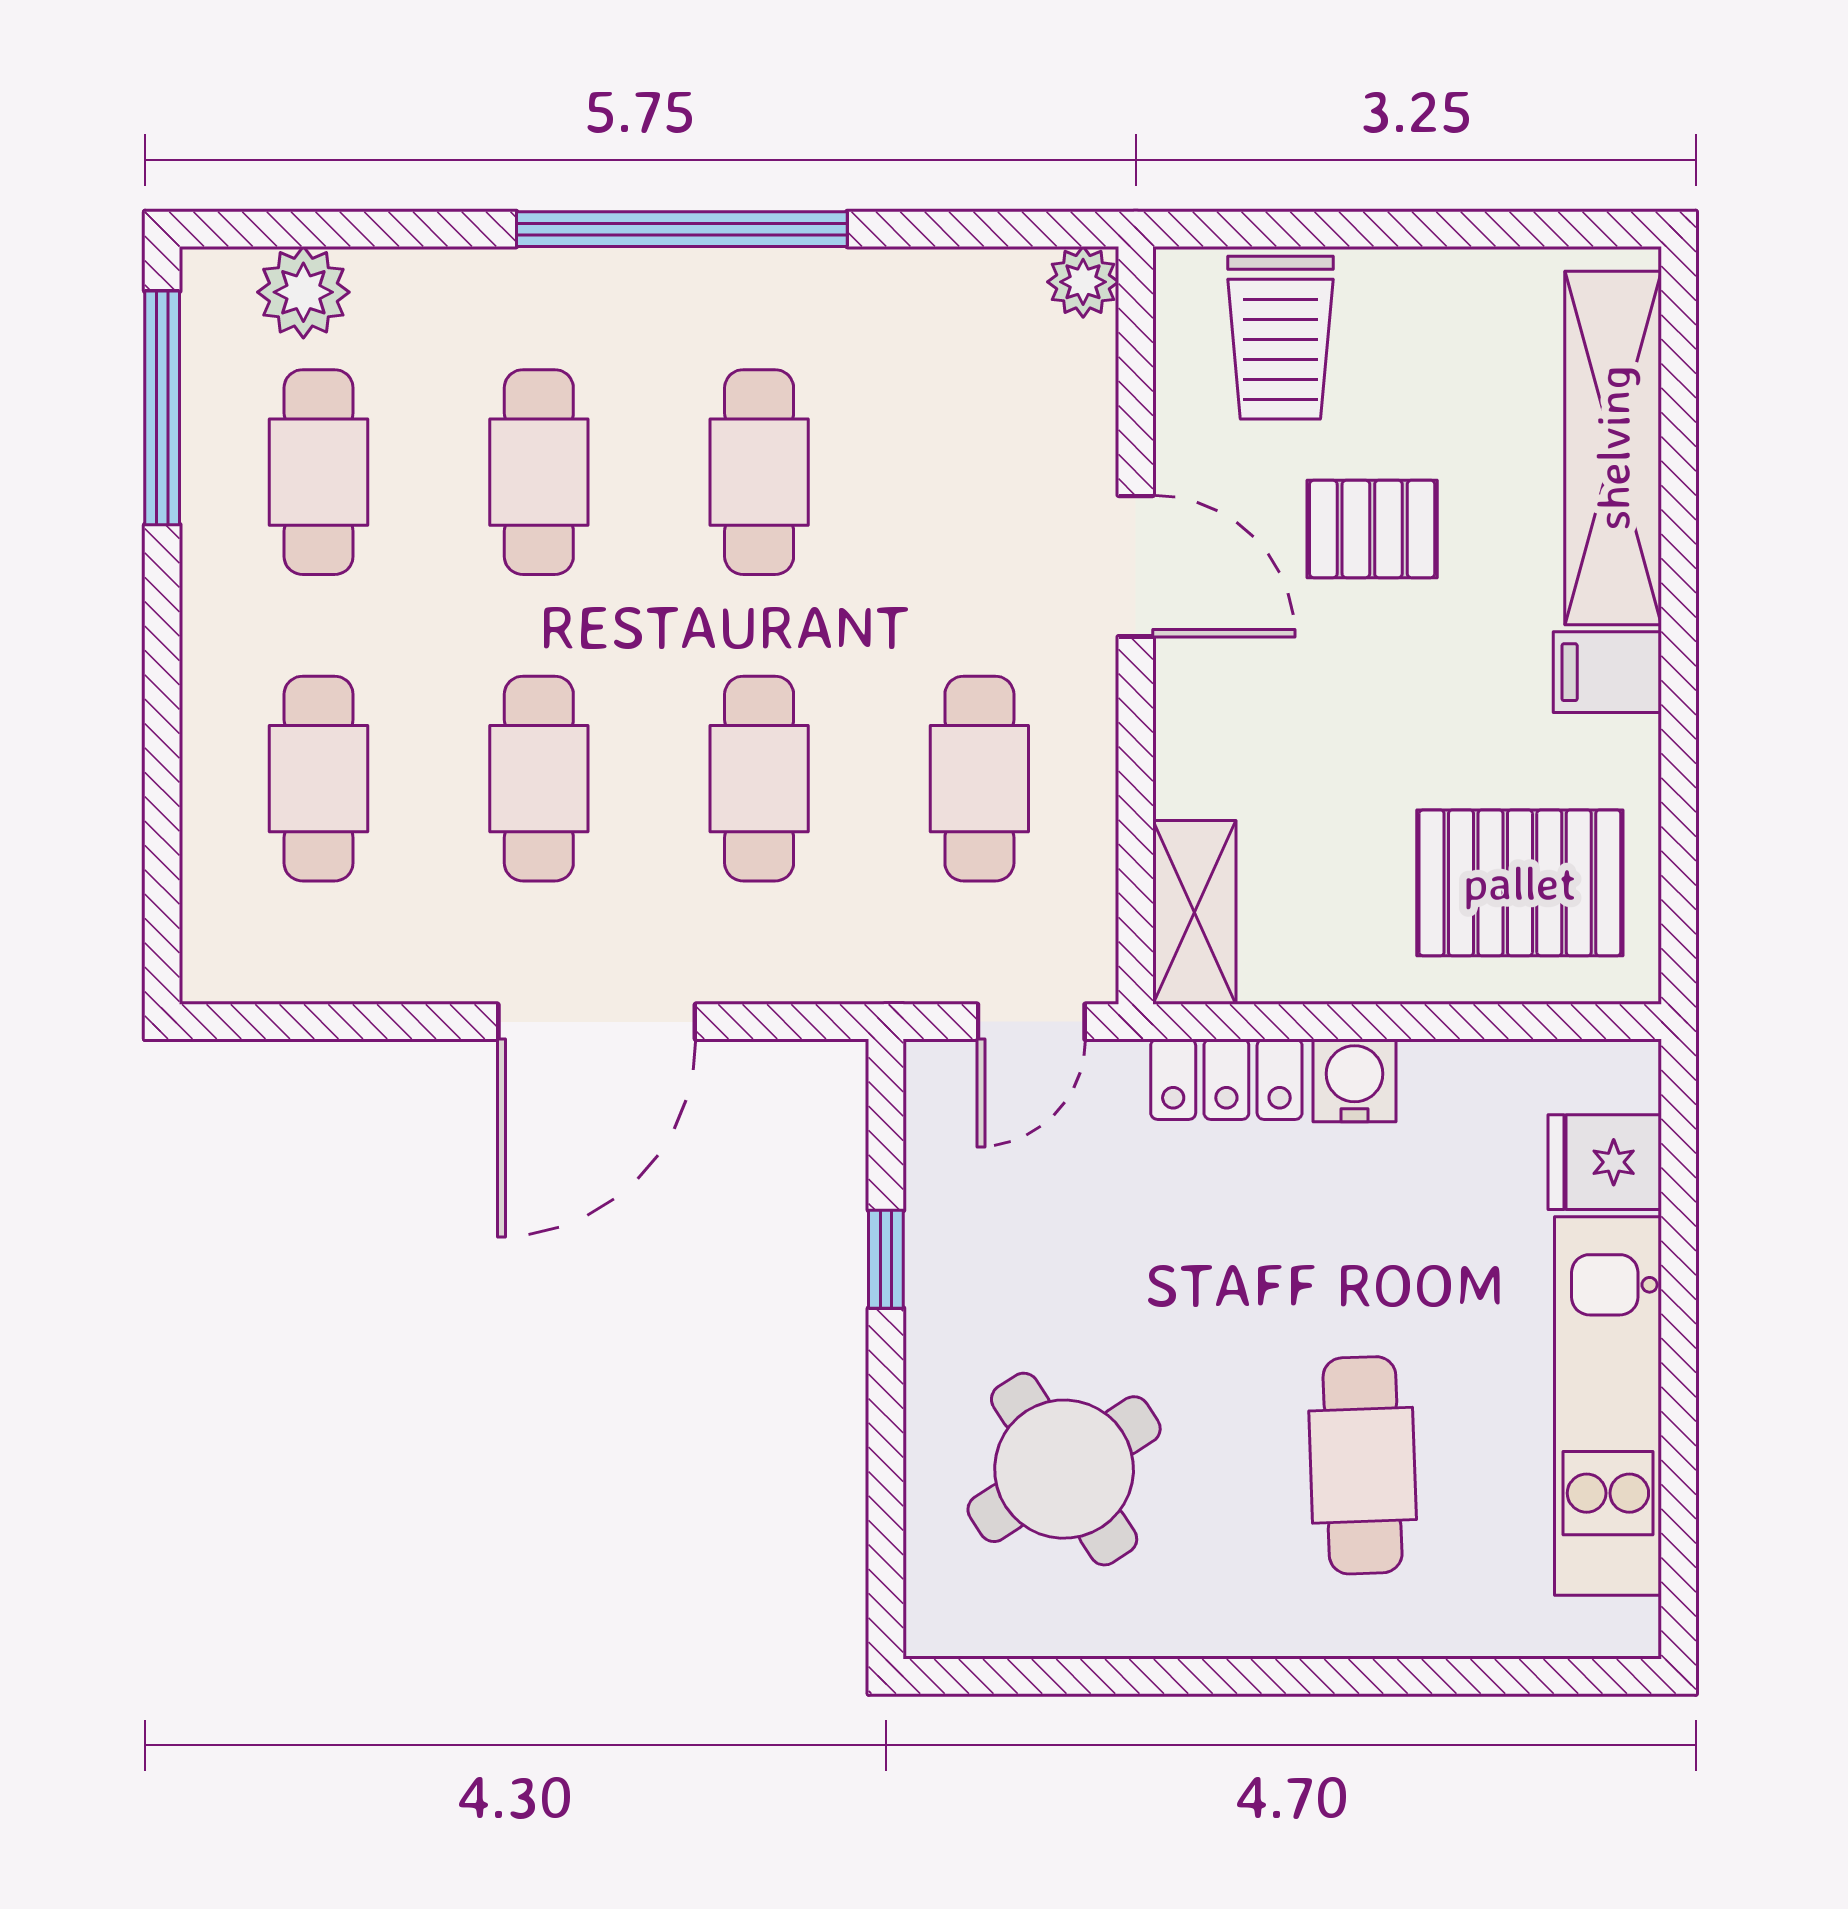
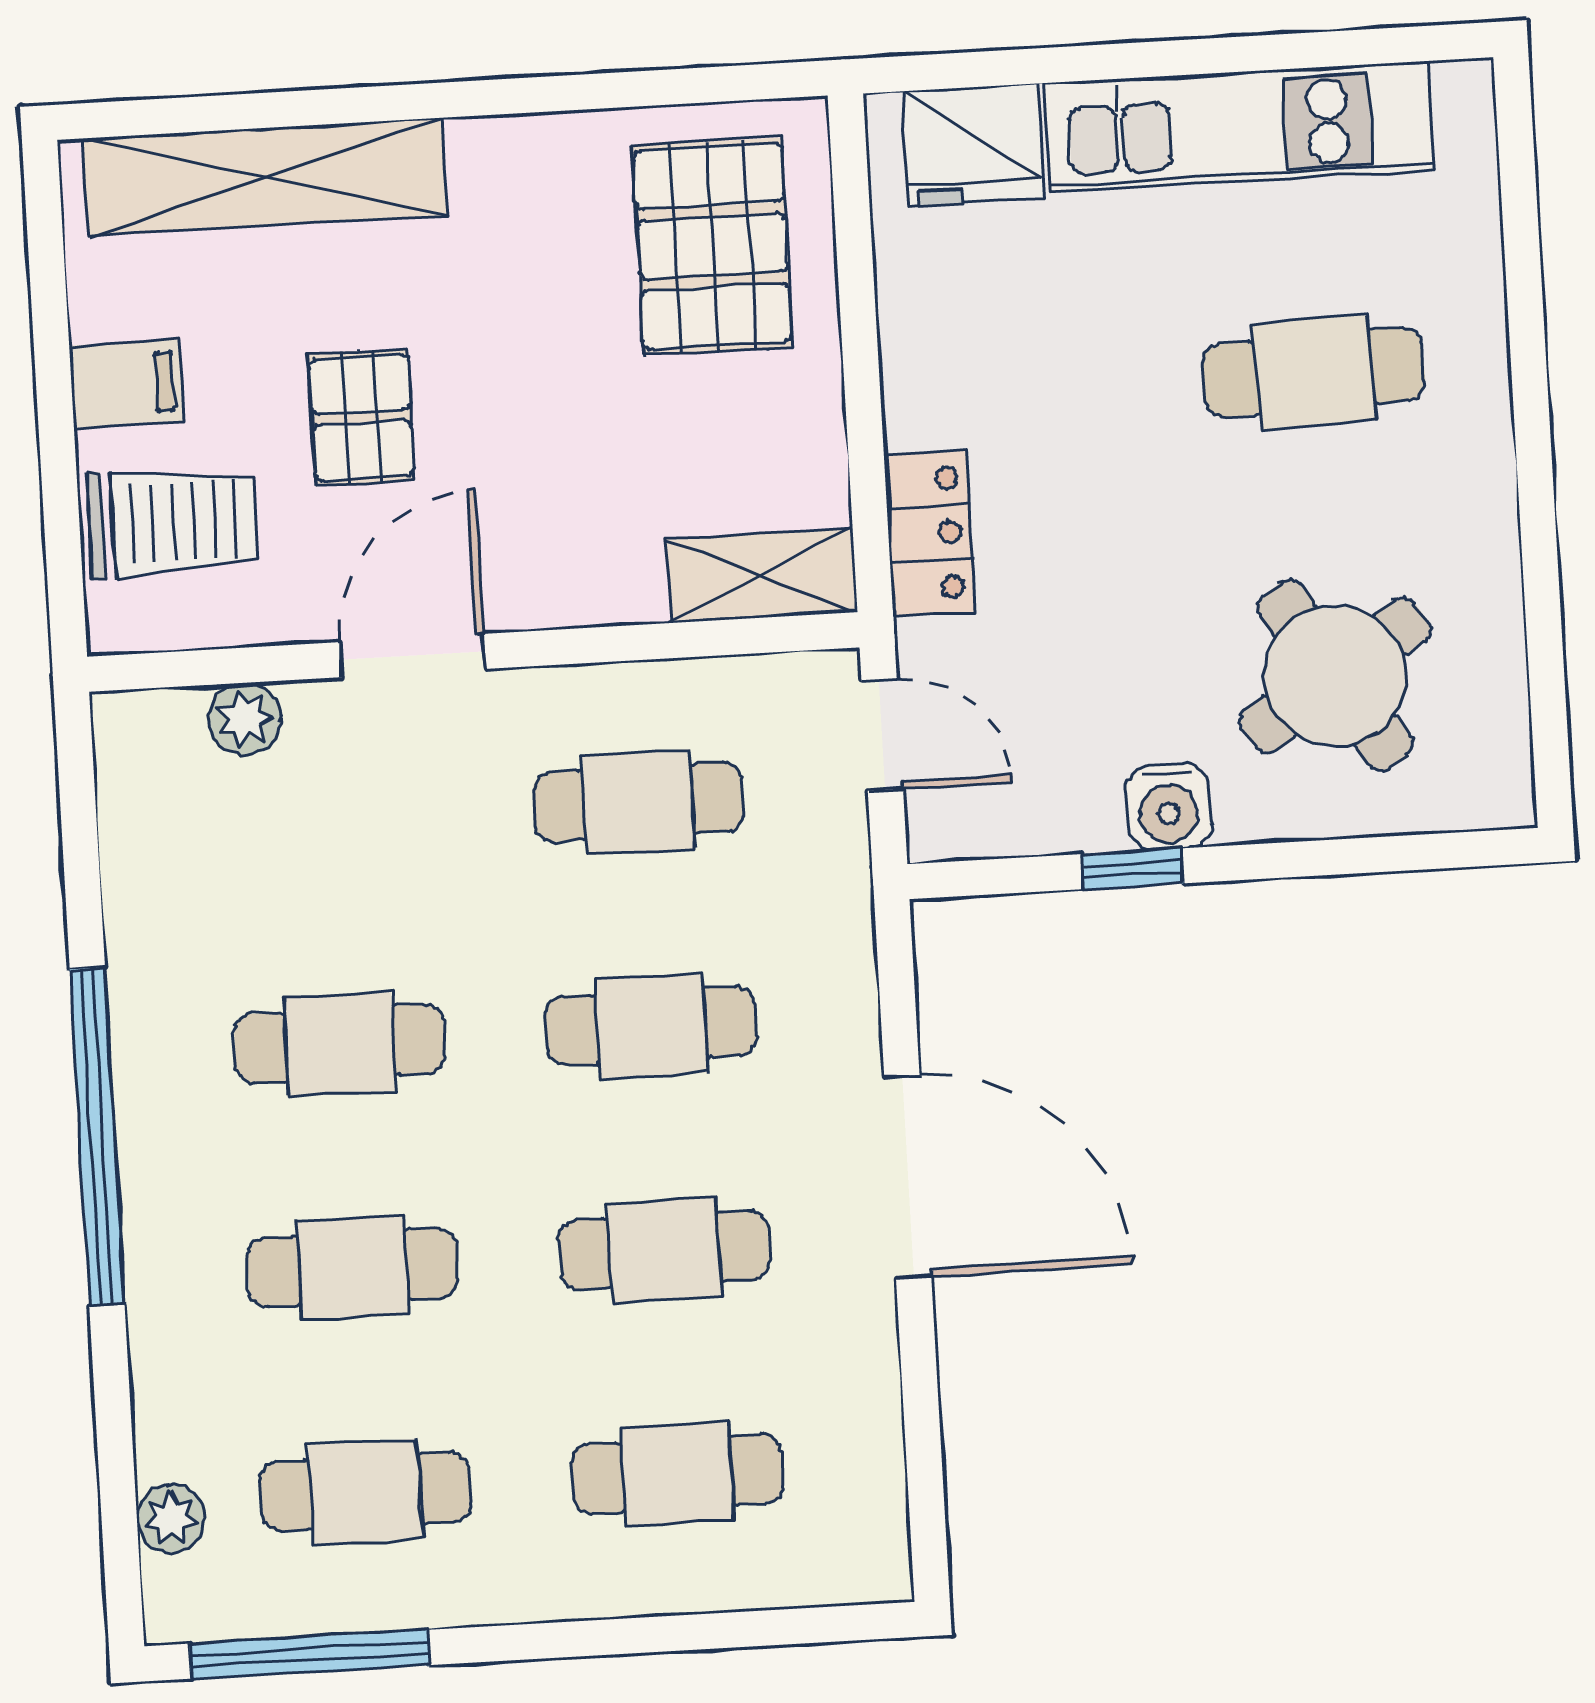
plant: (1083, 282) -> (245, 719), moved
plant: (303, 292) -> (171, 1518), width x0.73, depth x0.73
filing cabinet: (1607, 672) -> (126, 384), moved, turned -90
water cooler: (1355, 1080) -> (1168, 807), moved, turned -90
fridge: (1605, 1162) -> (973, 145), width x1.38

